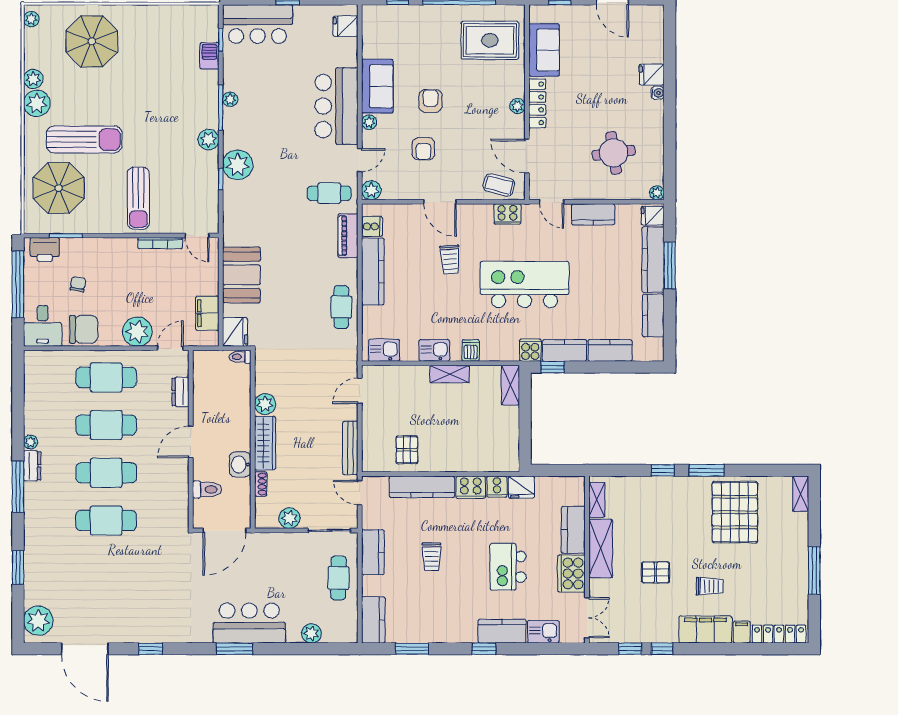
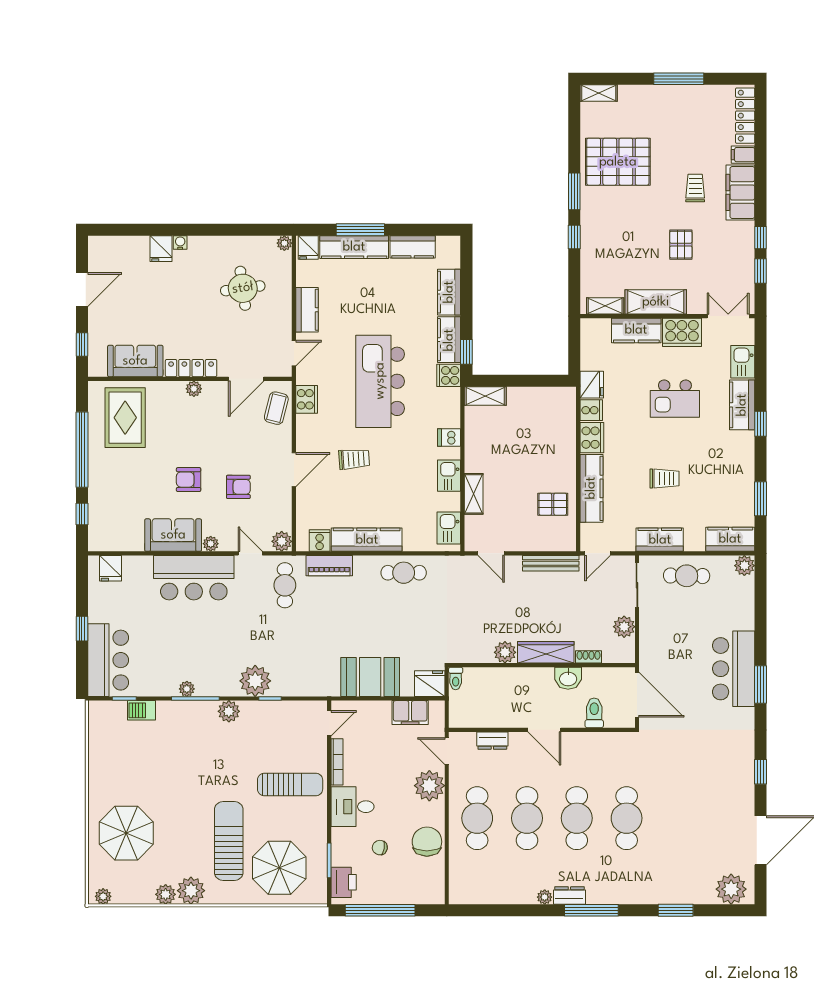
desk: (43, 326) -> (353, 807), moved, turned 180
shelving: (449, 374) -> (474, 494), moved
plant: (311, 633) -> (744, 566), moved

